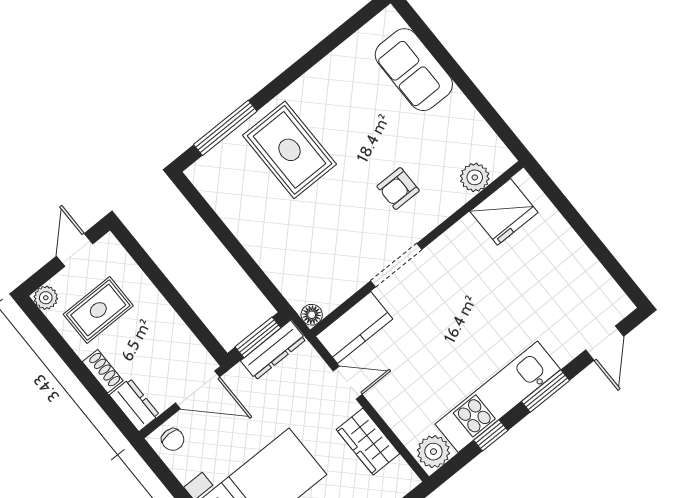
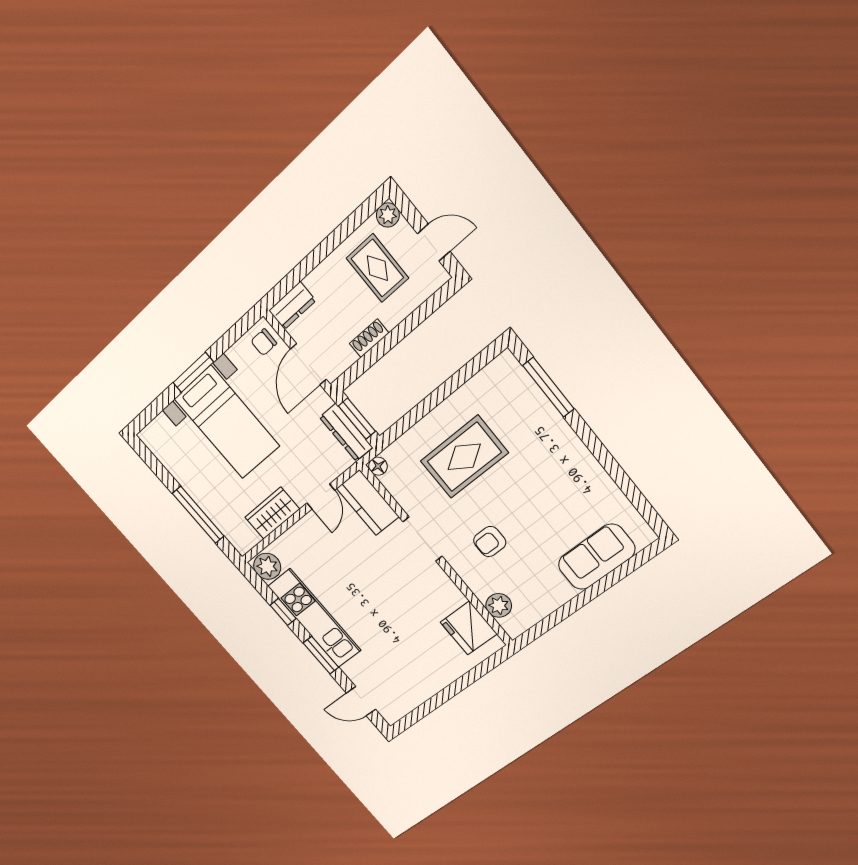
rug: (290, 150) -> (464, 457), moved
armchair: (398, 189) -> (490, 542), turned -90
shoe rack: (103, 371) -> (369, 338), moved, turned 180

